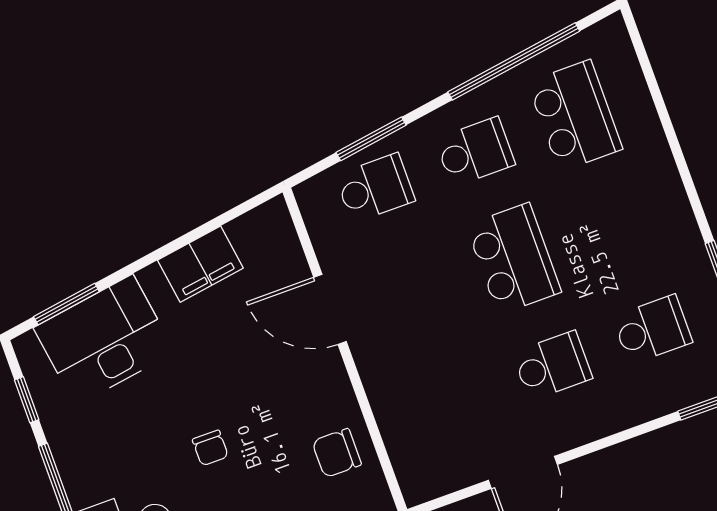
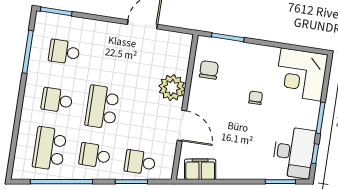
filing cabinet: (200, 264) -> (200, 169), moved
desk: (104, 340) -> (294, 152), moved, turned -81
school desk: (552, 366) -> (57, 100), moved
plant: (392, 376) -> (172, 88), added
chair: (337, 453) -> (209, 70), turned -90

